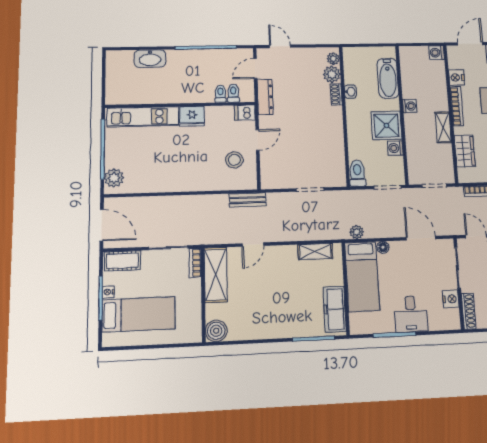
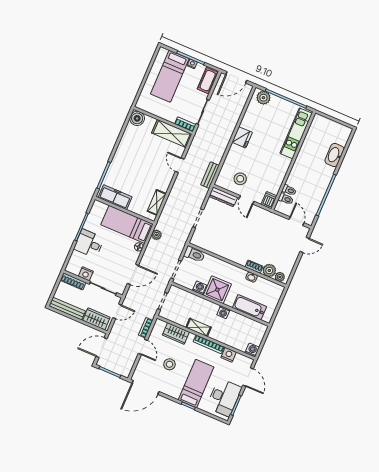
dresser: (265, 97) -> (223, 197), moved
fridge: (192, 116) -> (242, 137), moved, turned 180

